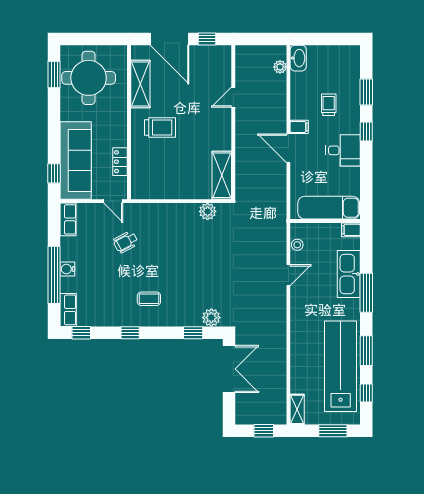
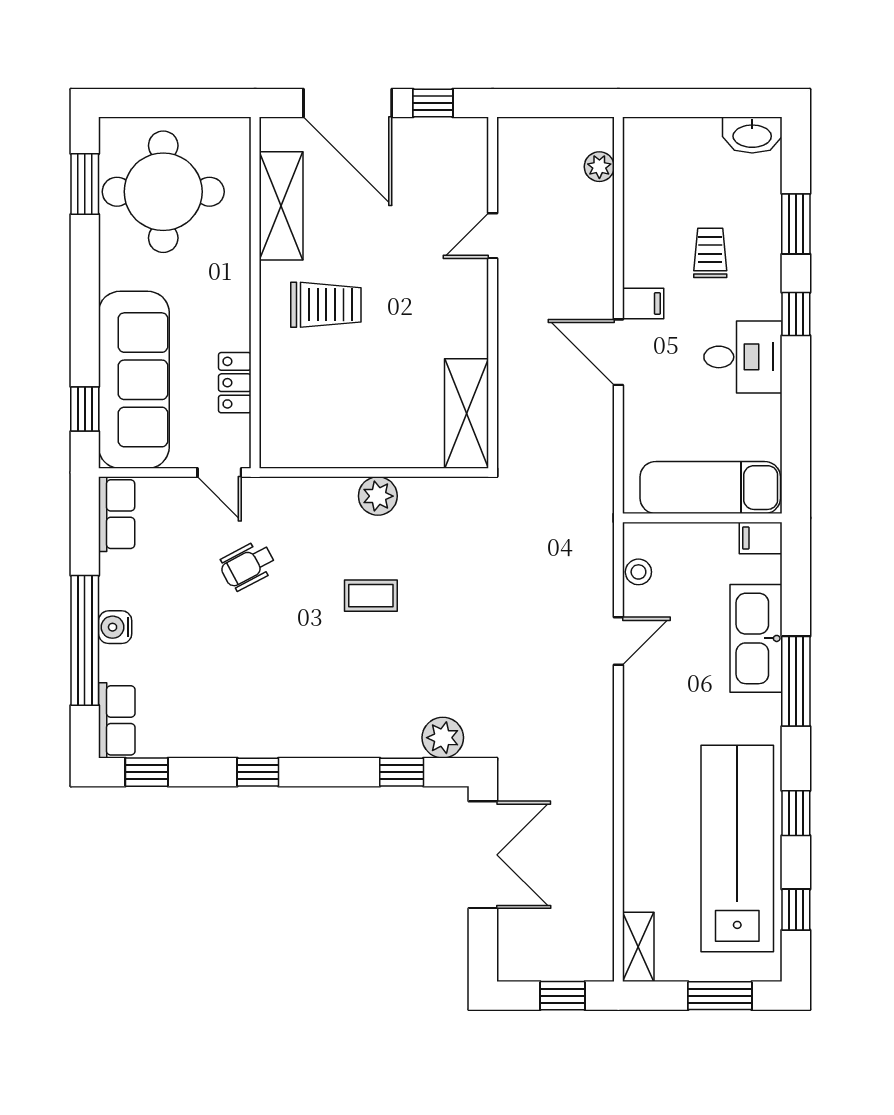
washbasin: (298, 58) -> (752, 135), moved, turned 90
plant: (208, 211) -> (378, 496), moved
coffee table: (149, 299) -> (371, 596), moved
window: (366, 351) -> (796, 813), width x0.67

